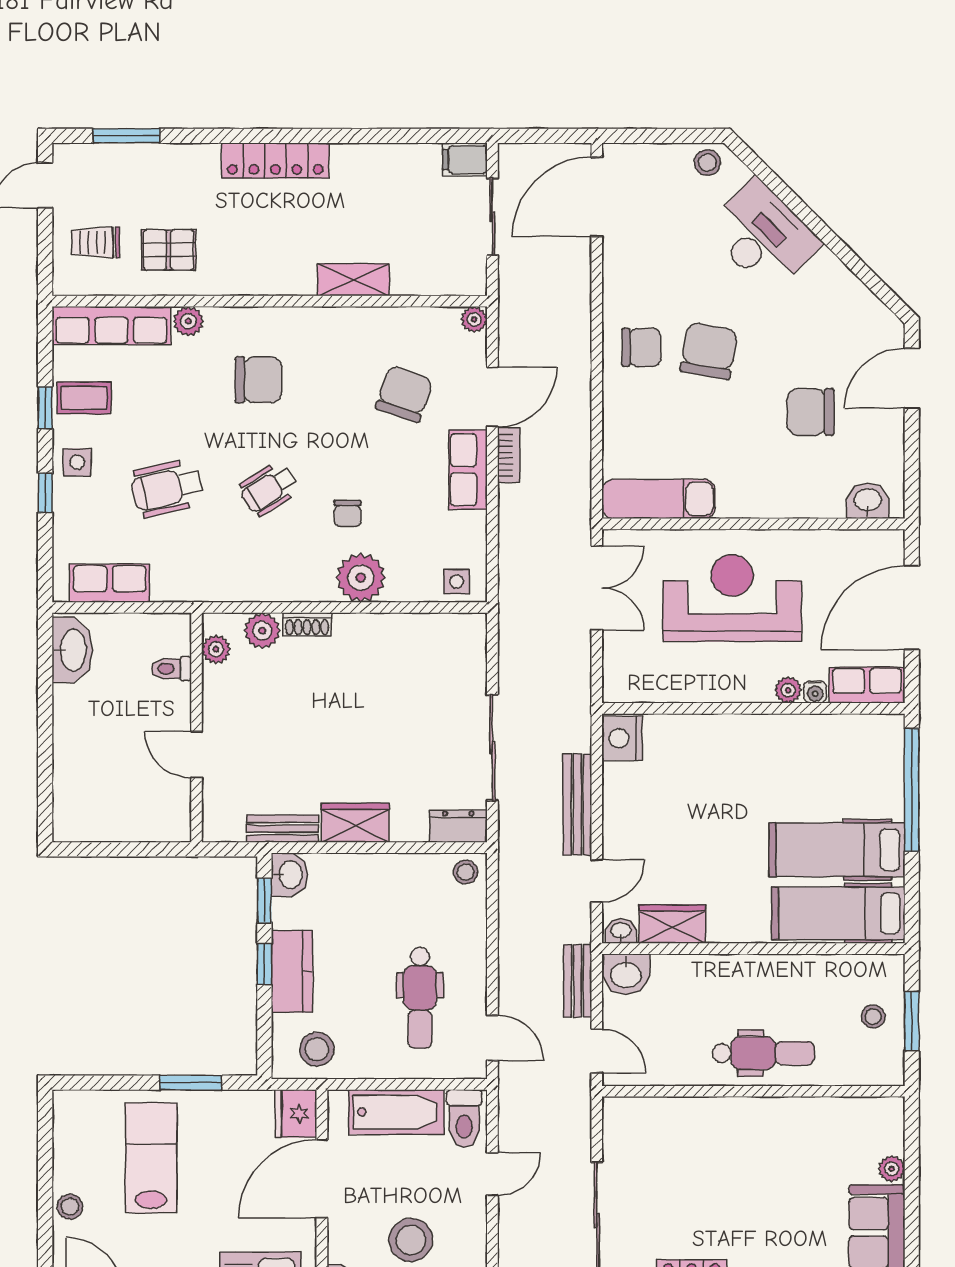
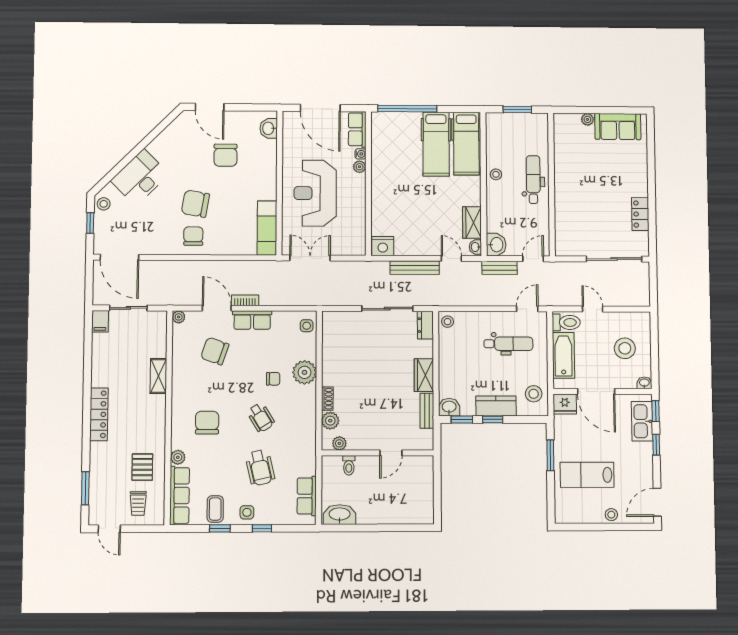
window: (668, 136) -> (90, 223), added
stool: (873, 1016) -> (496, 174), moved

